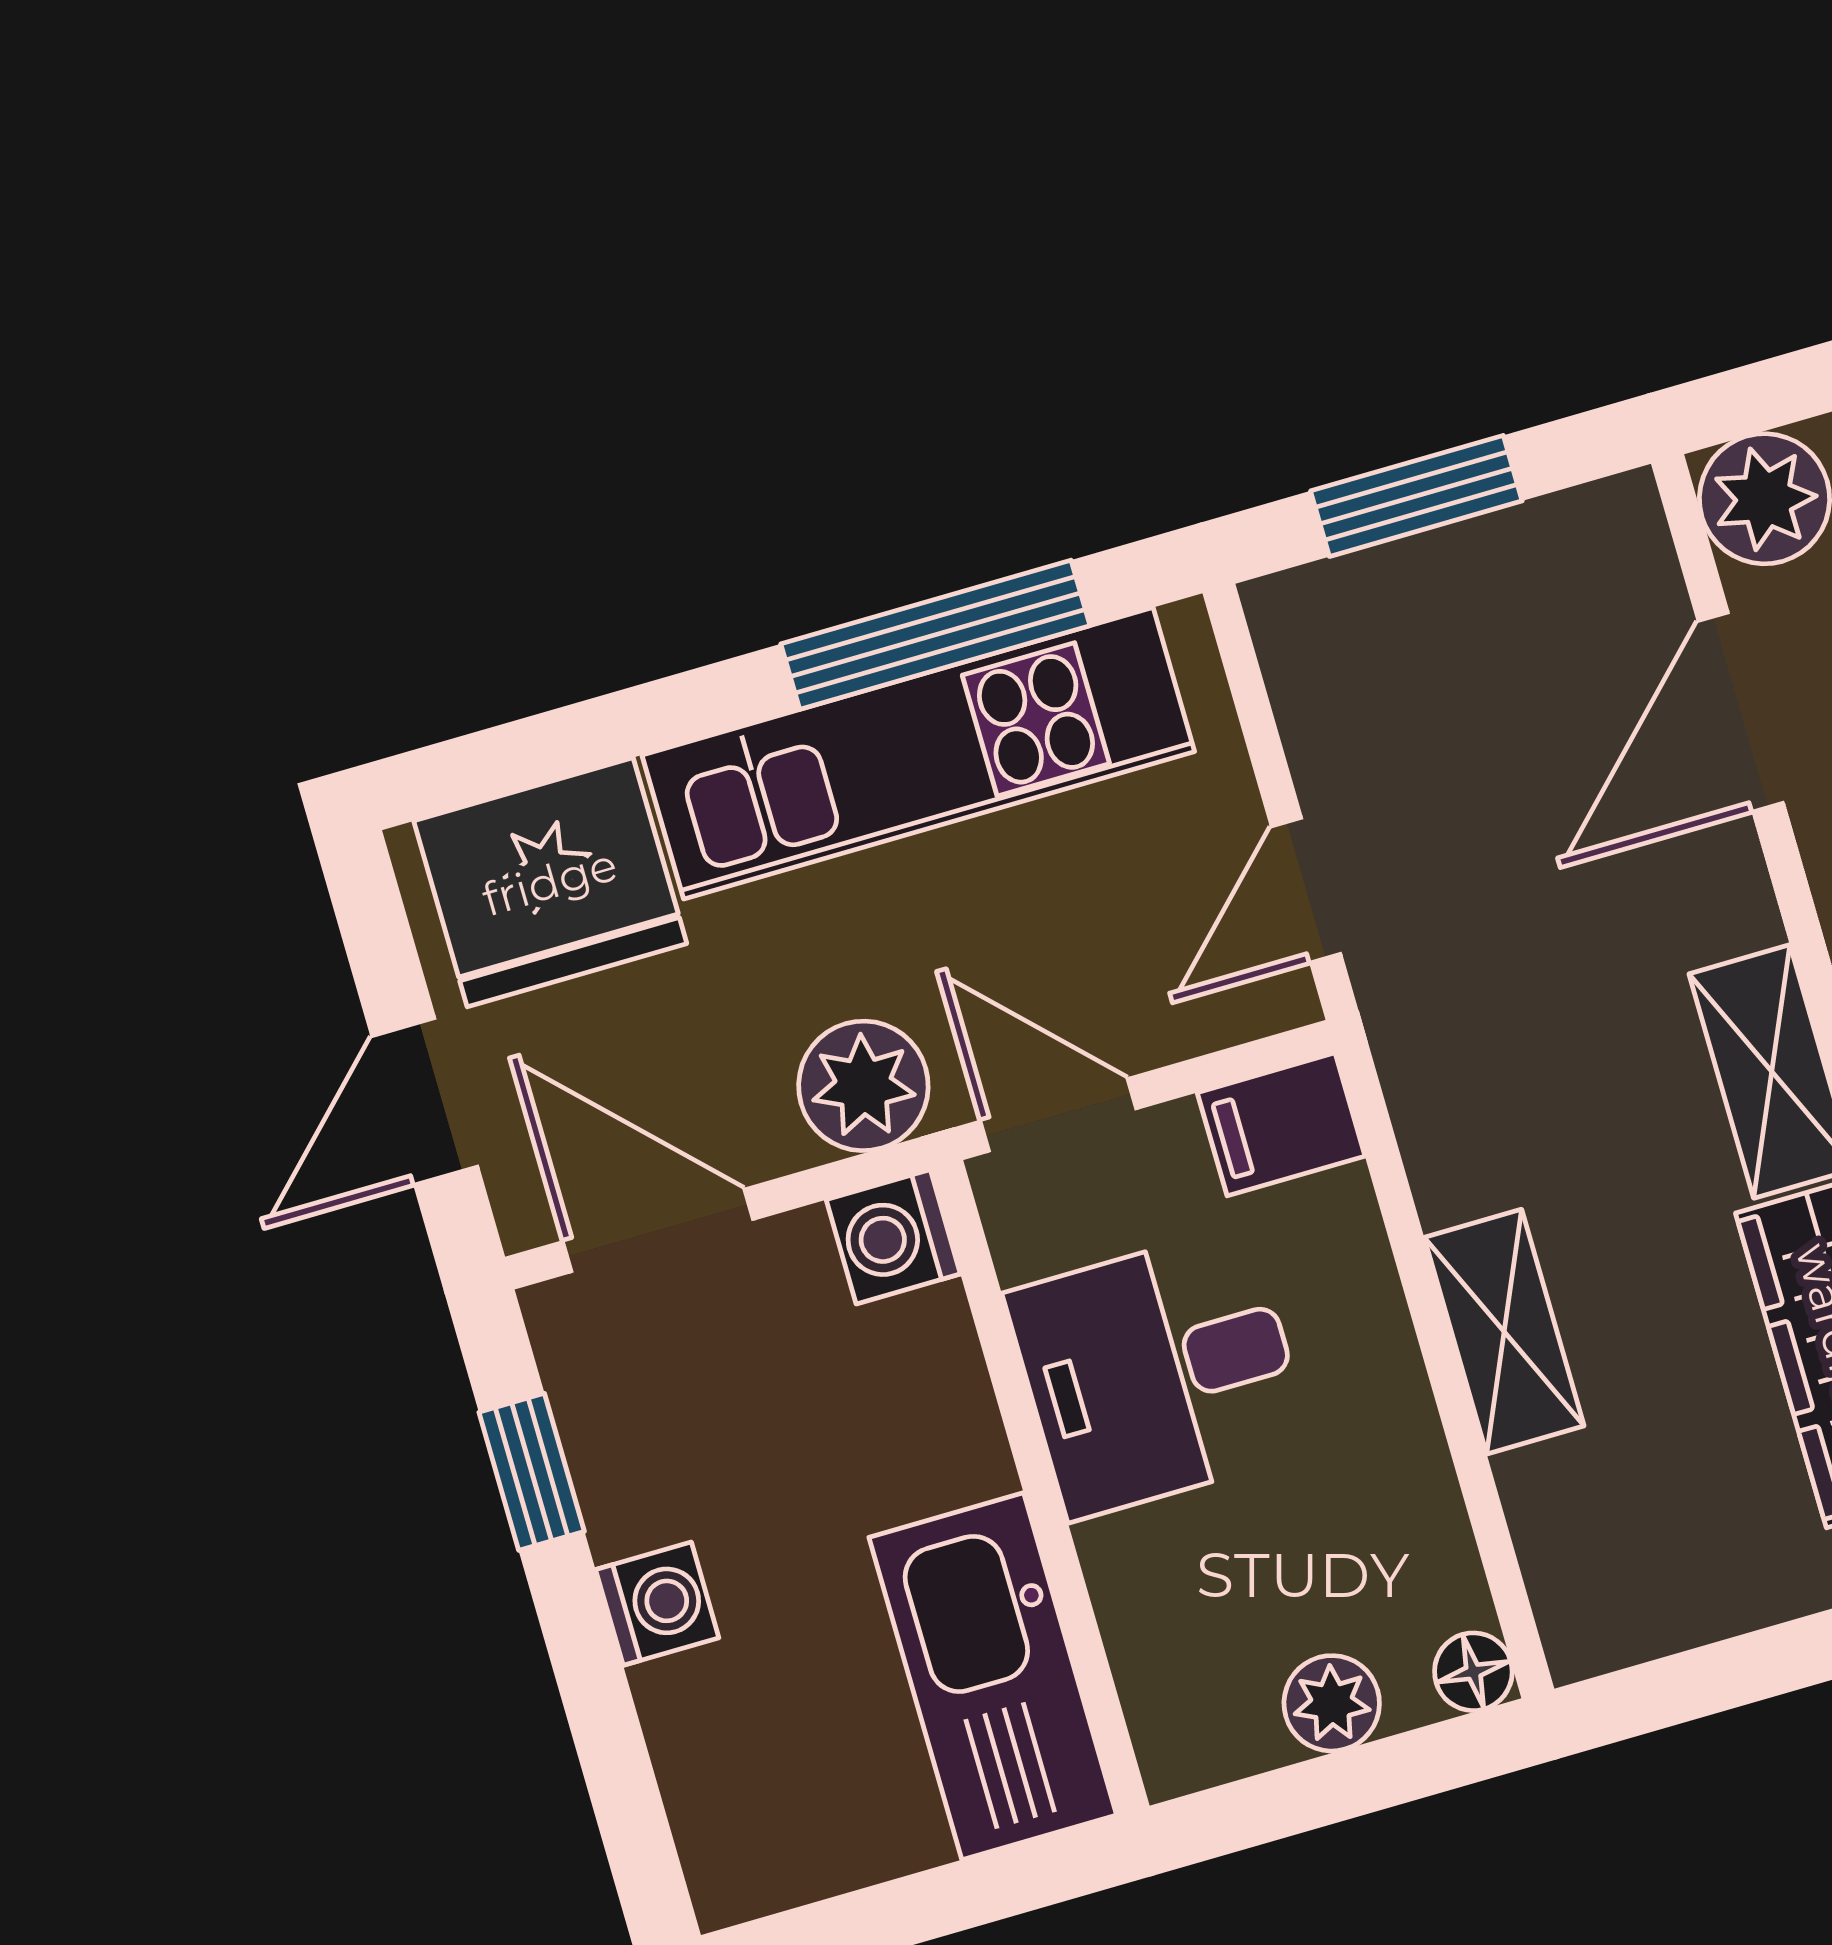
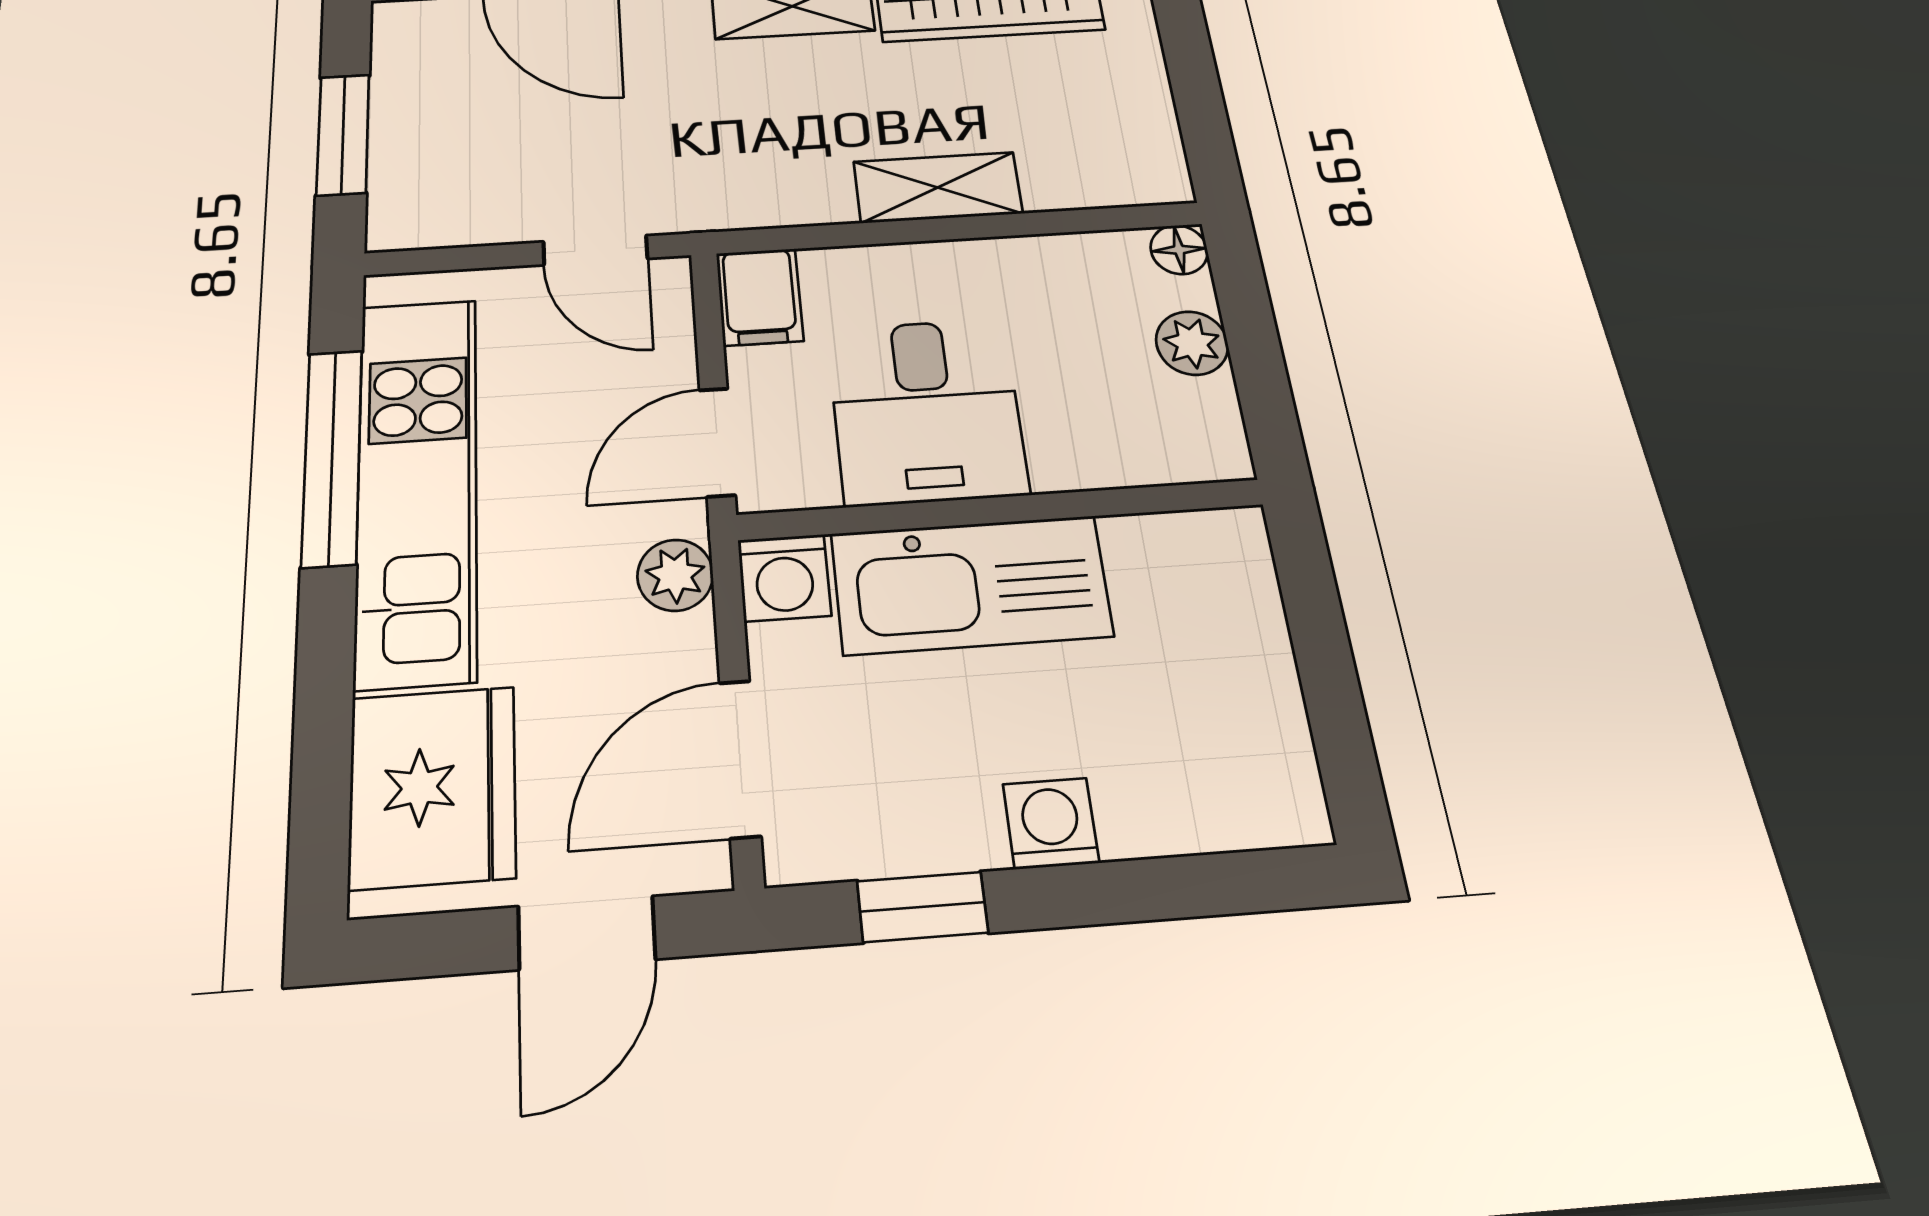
plant: (863, 1086) -> (675, 575), width x0.73, depth x0.73
door: (425, 1101) -> (586, 933), hinge flipped
kitchen sink: (993, 1676) -> (971, 585), moved

